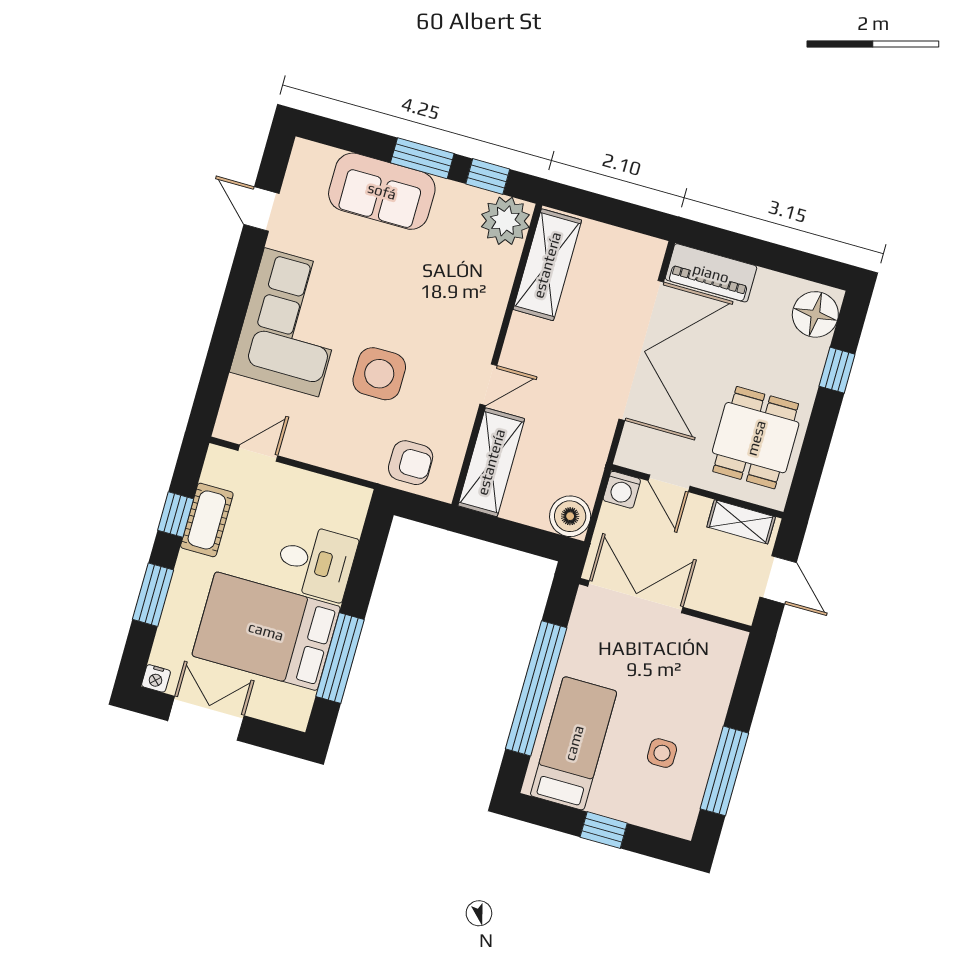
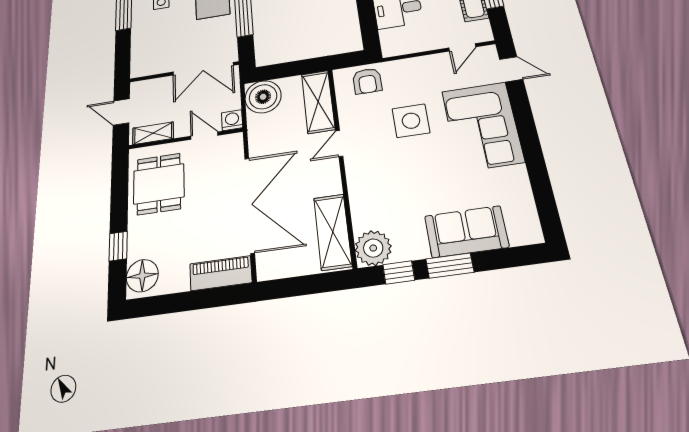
door: (261, 209) -> (511, 69), moved
double door: (641, 350) -> (250, 205), swing flipped
armchair: (411, 463) -> (367, 81), turned -90
boiler: (570, 516) -> (263, 97), width x1.37, depth x1.37

